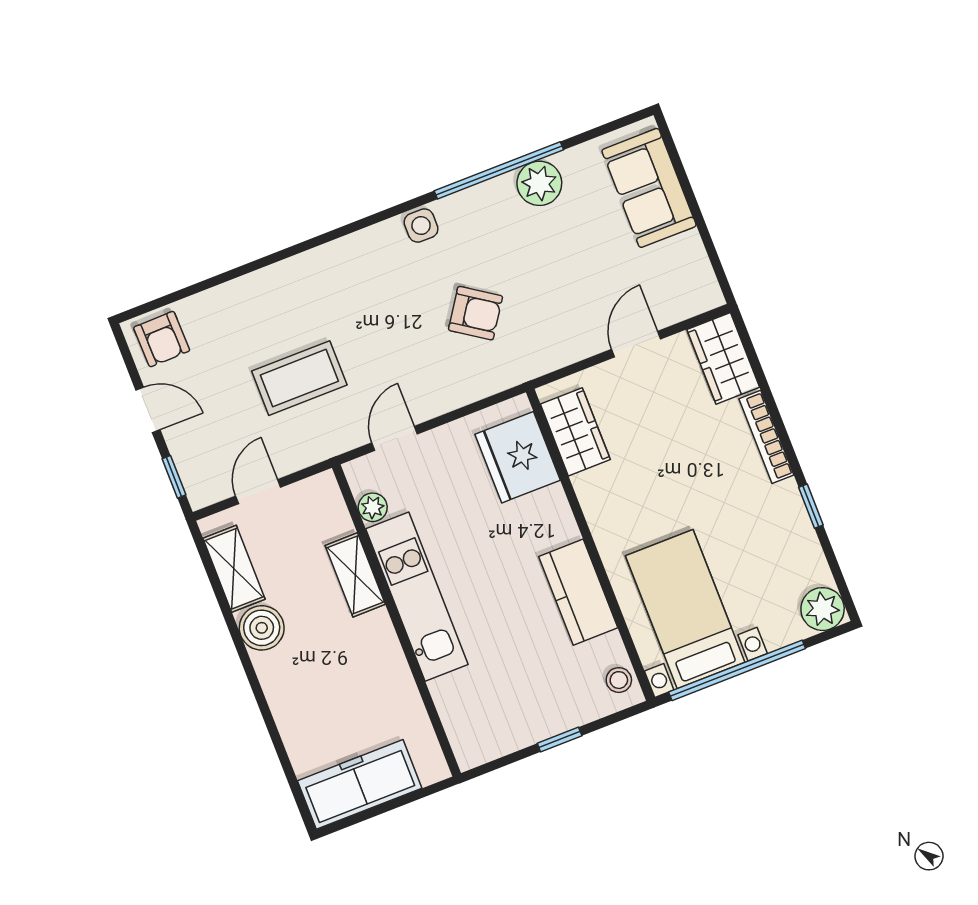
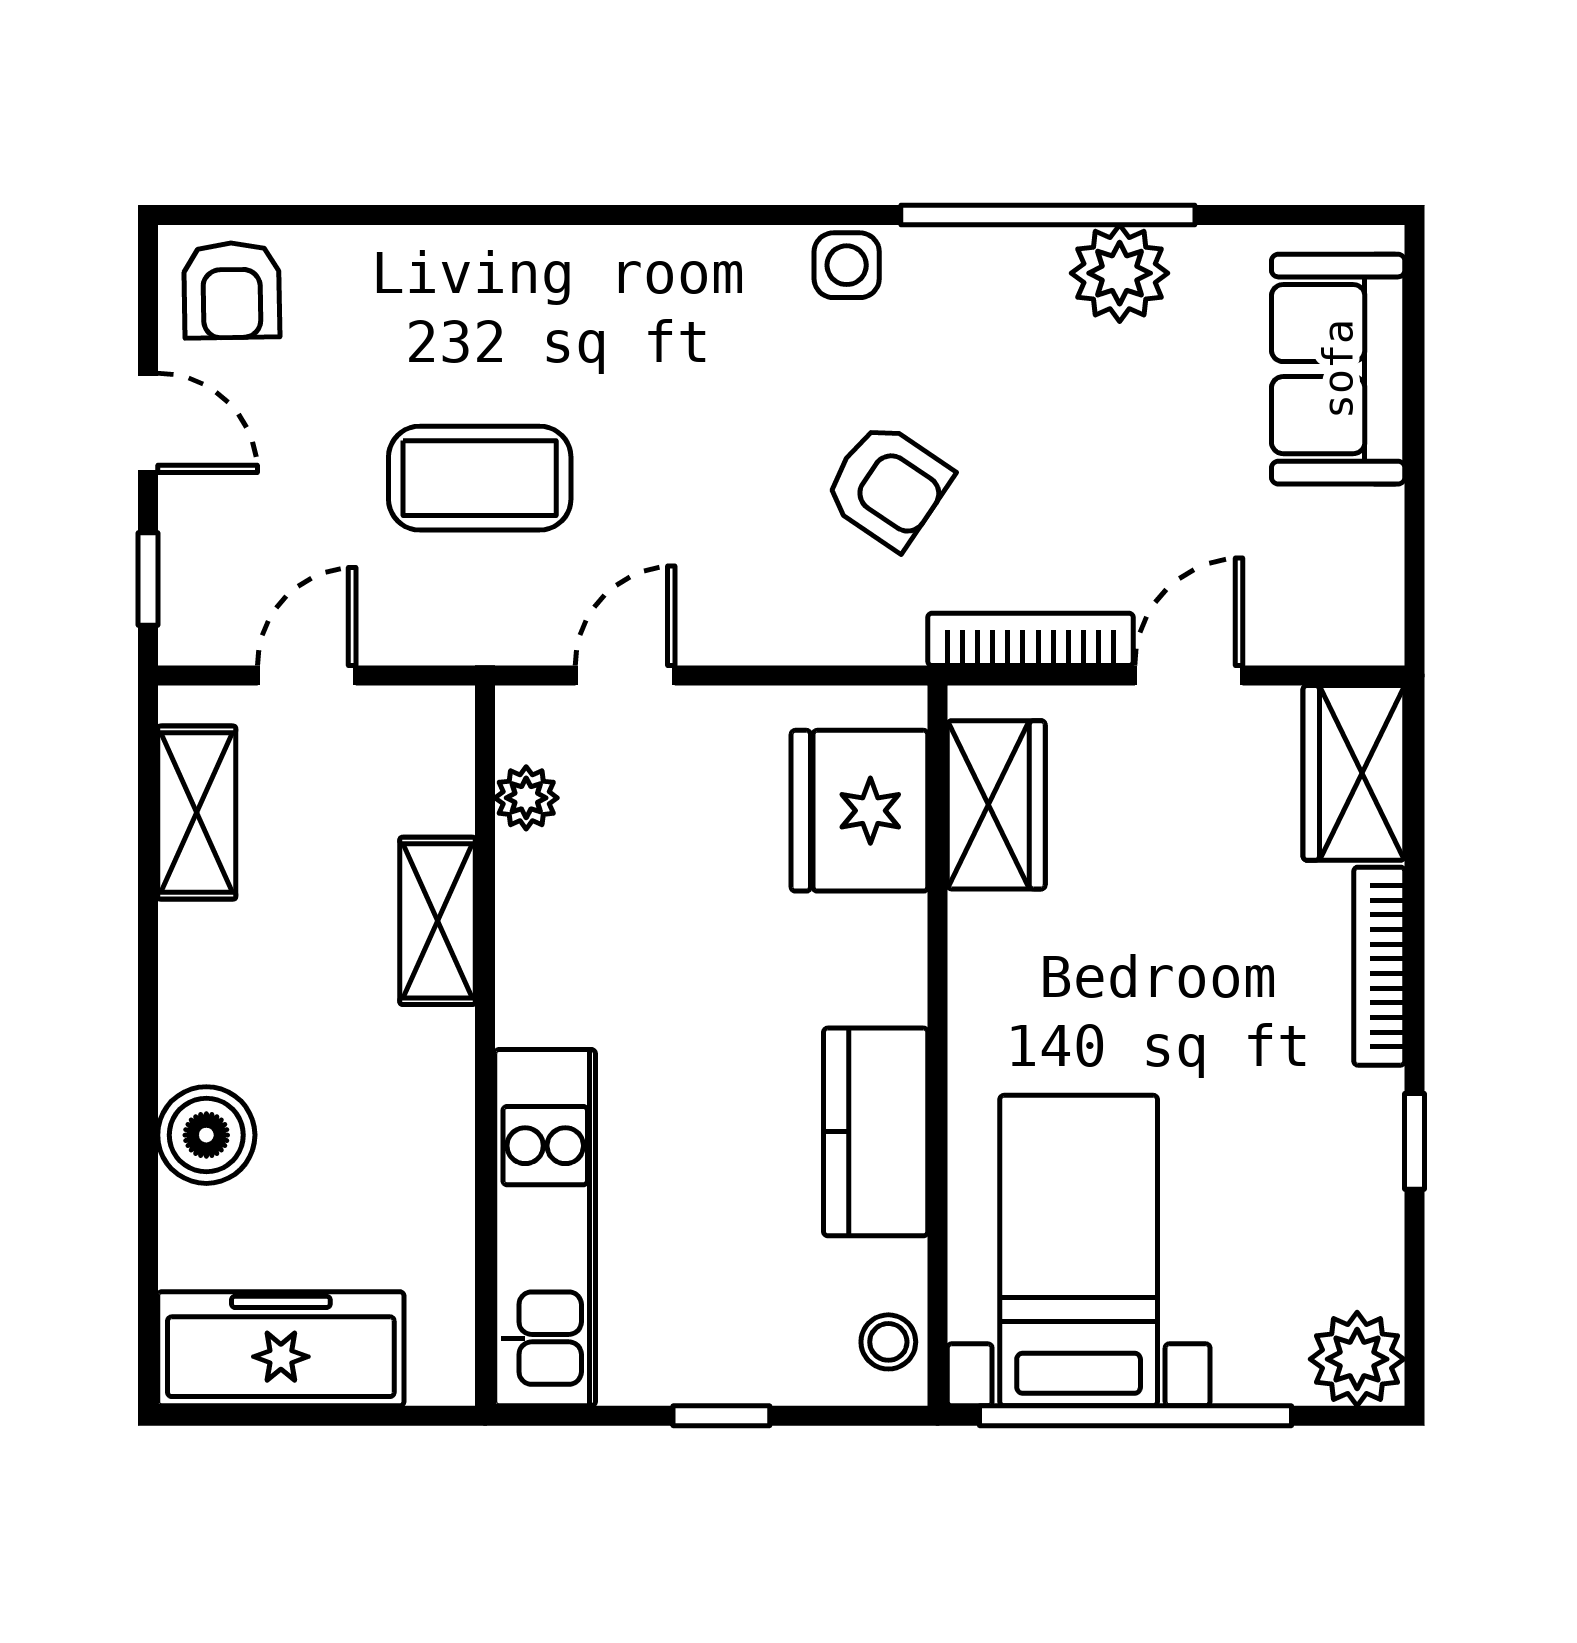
bookcase: (562, 355) -> (1030, 639), added
kitchen unit: (417, 597) -> (545, 1228), moved
boiler: (262, 628) -> (206, 1135), moved

